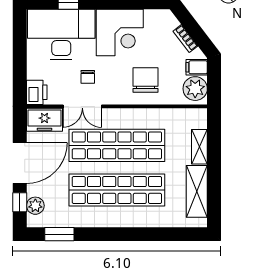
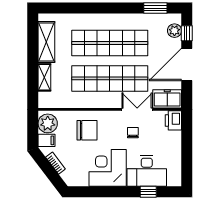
desk: (61, 34) -> (147, 171), width x0.73, depth x0.77
chair: (146, 80) -> (87, 130), turned -90

